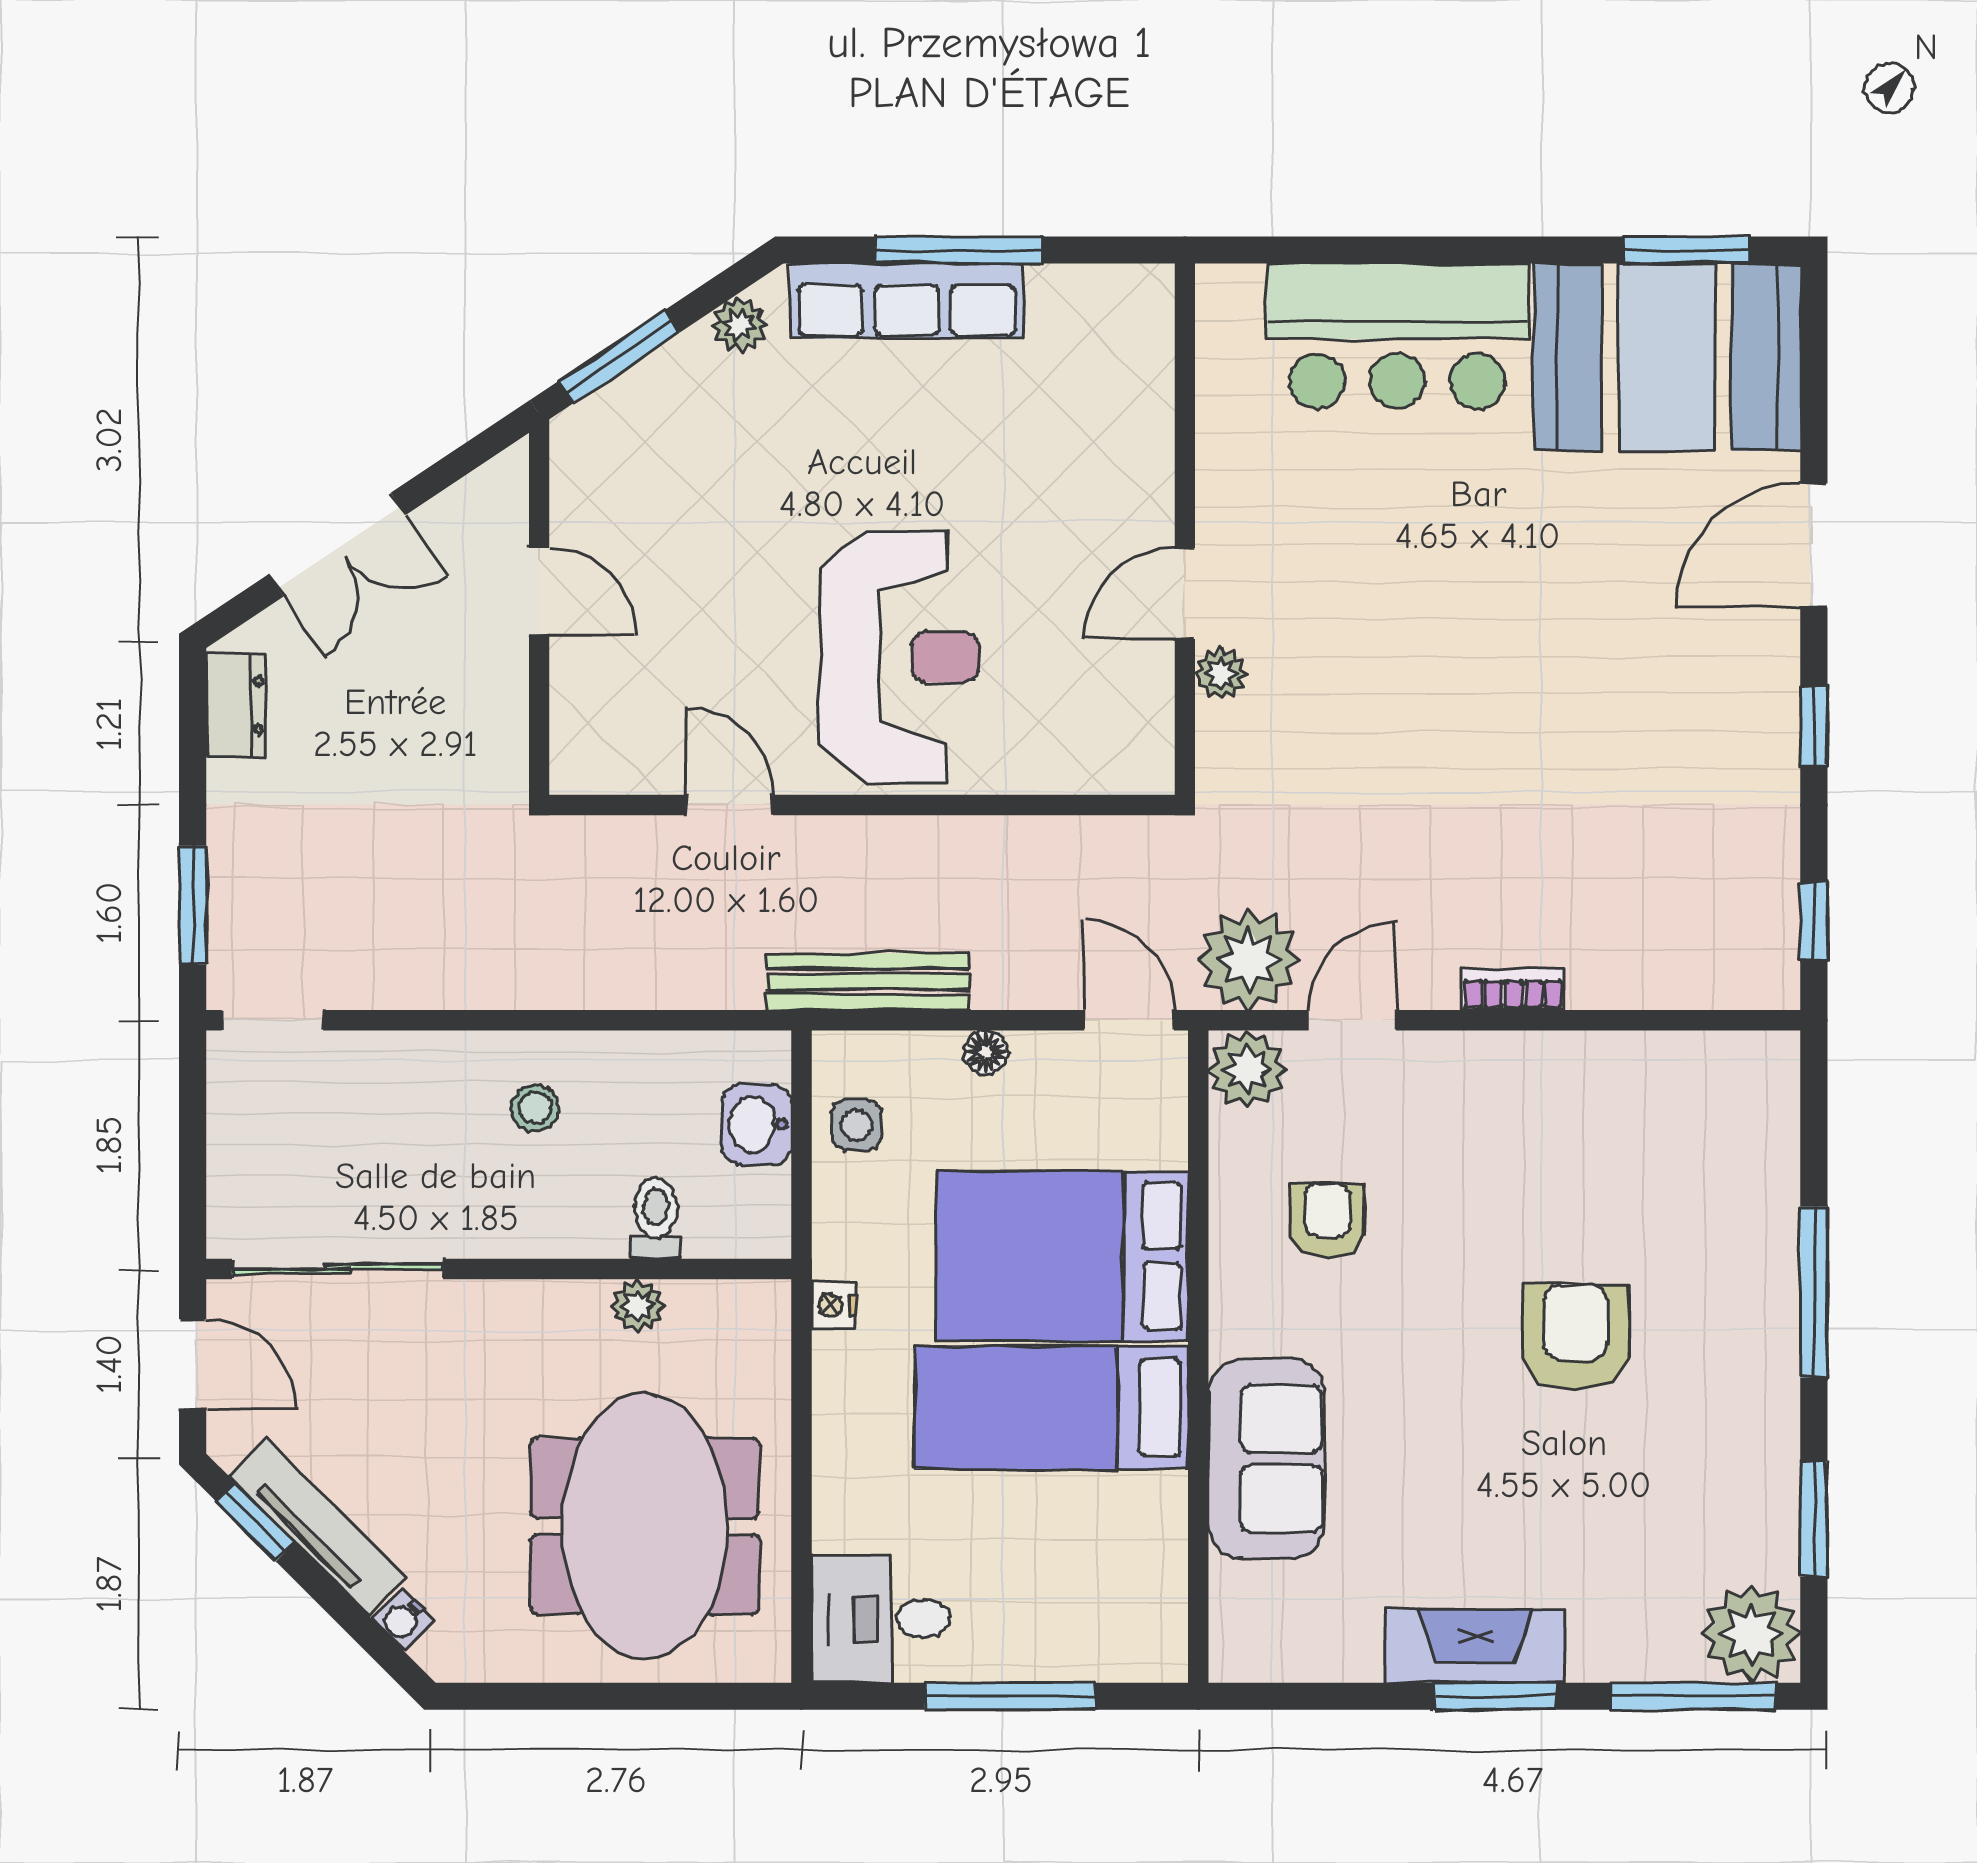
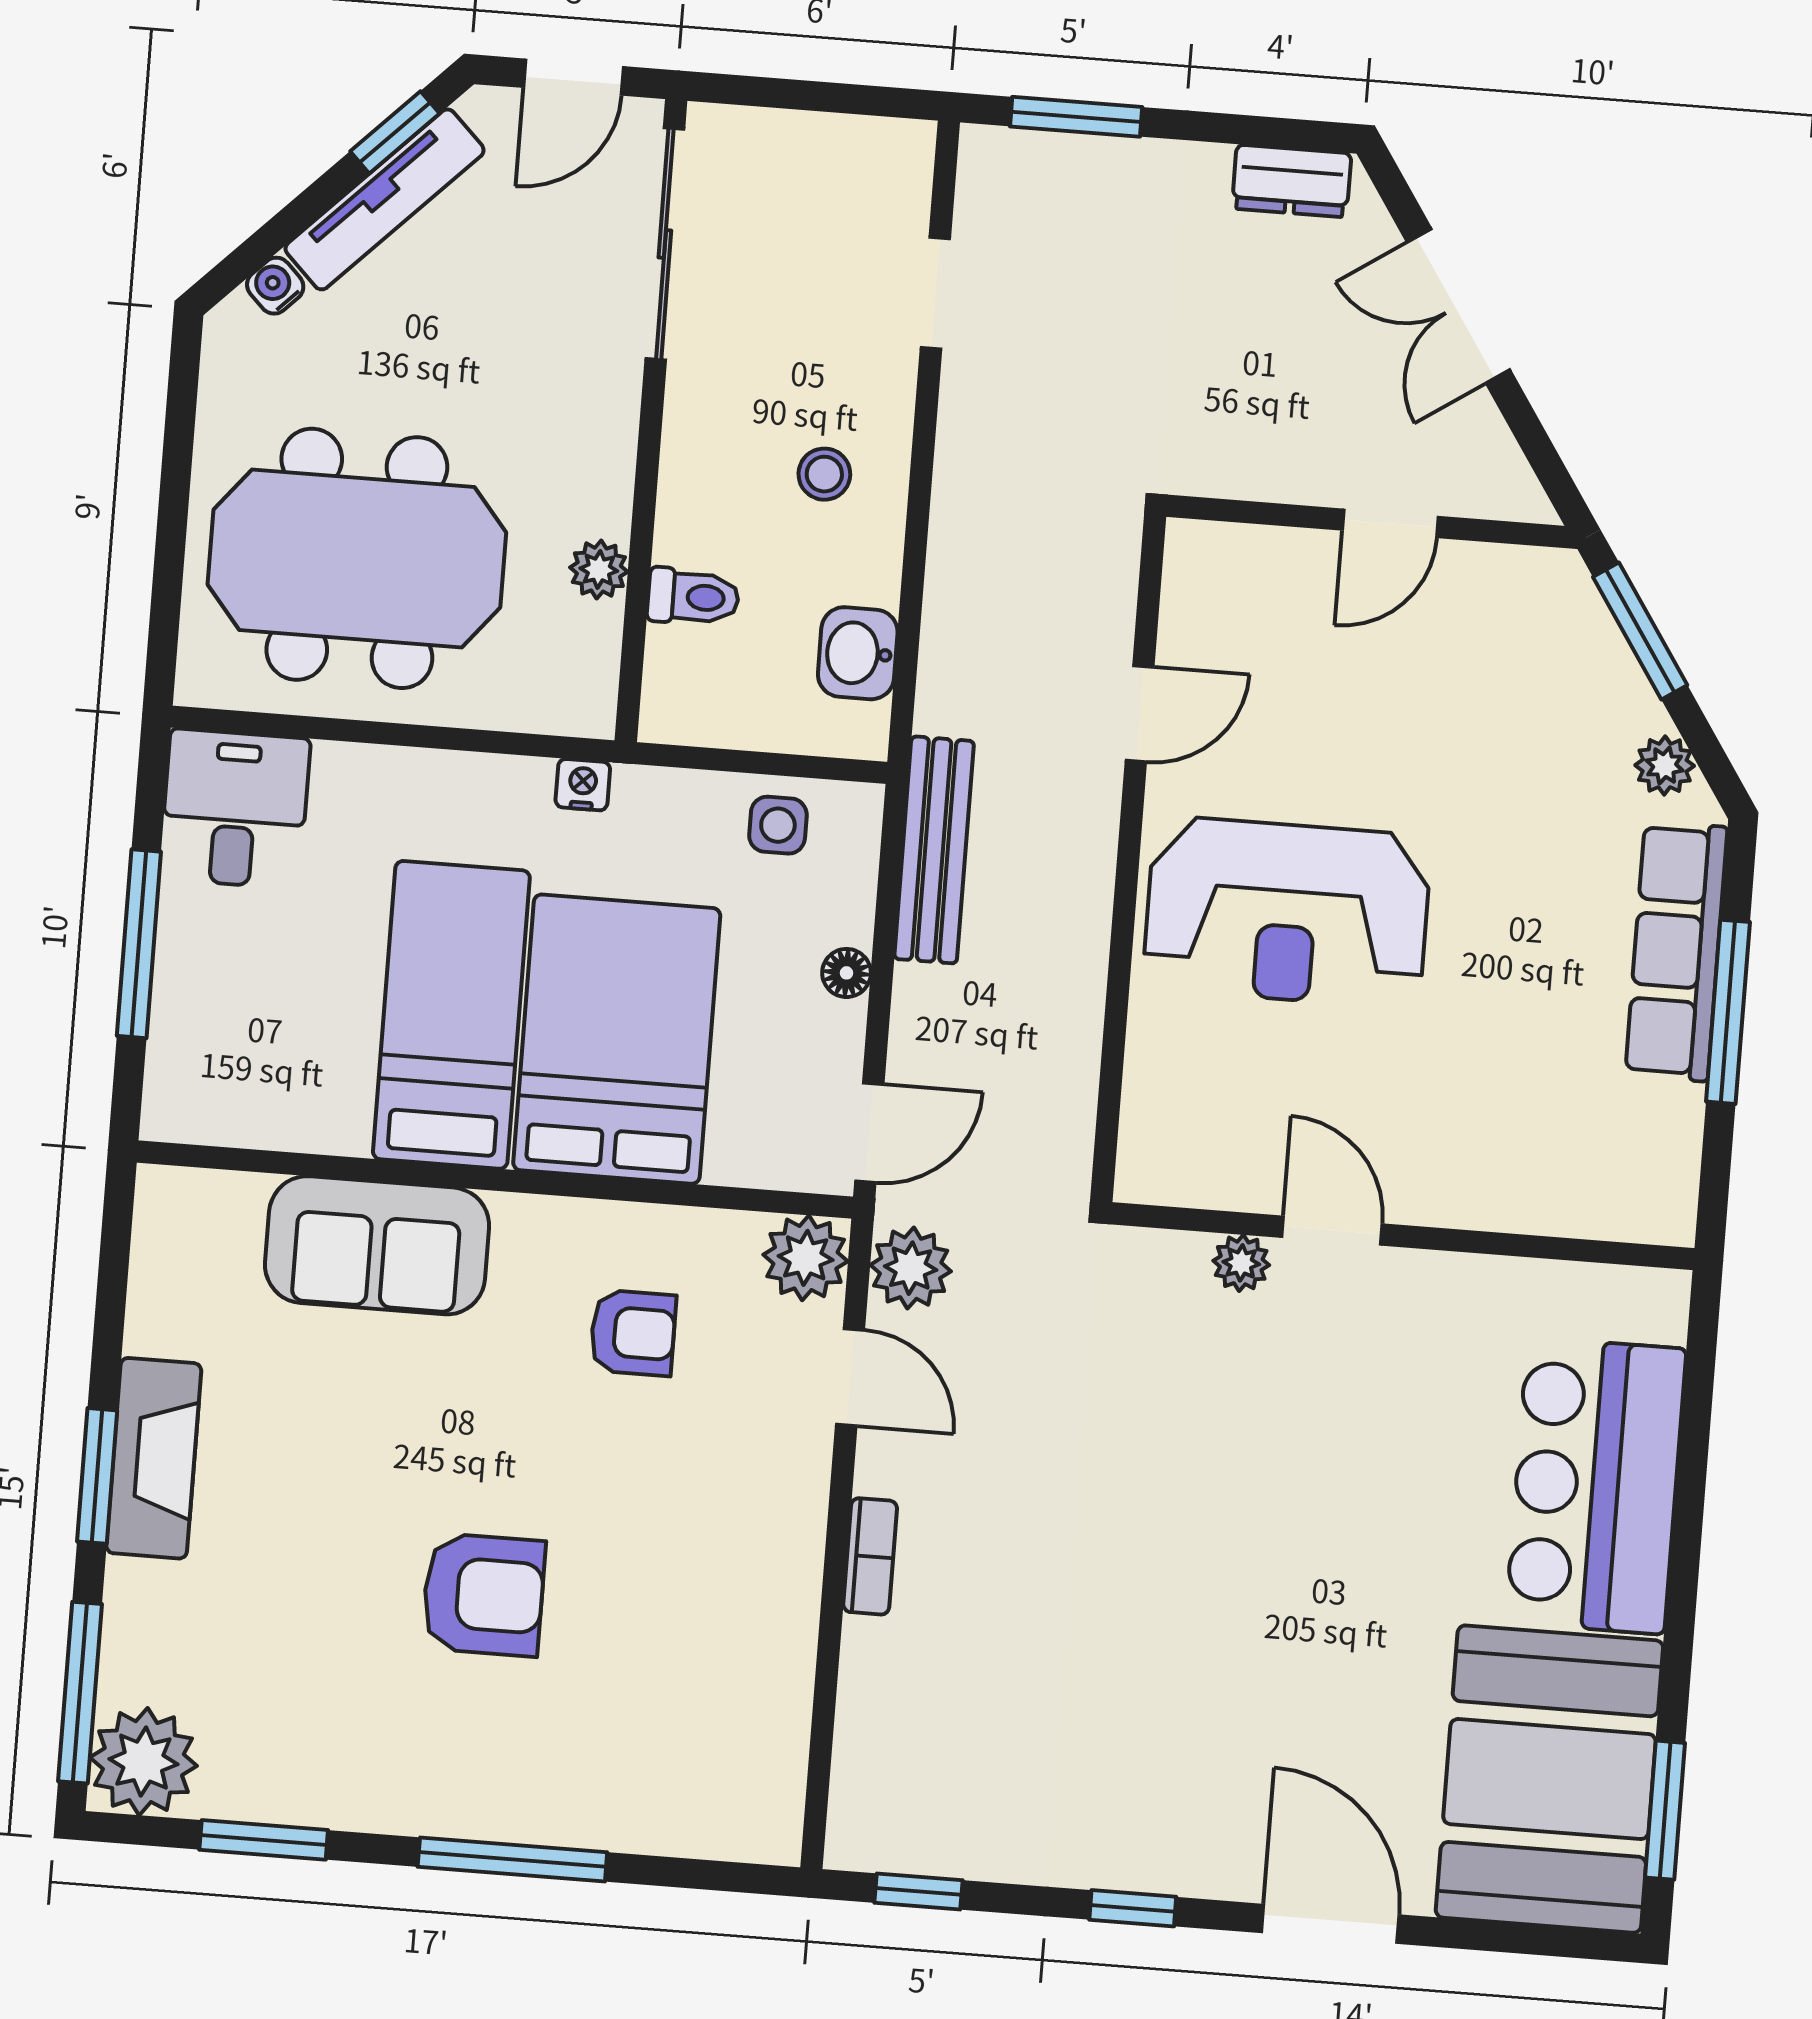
plant: (1249, 960) -> (911, 1268), width x0.73, depth x0.73
doorway: (272, 1020) -> (935, 293), moved
washbasin: (757, 1124) -> (858, 653), moved, turned -90

